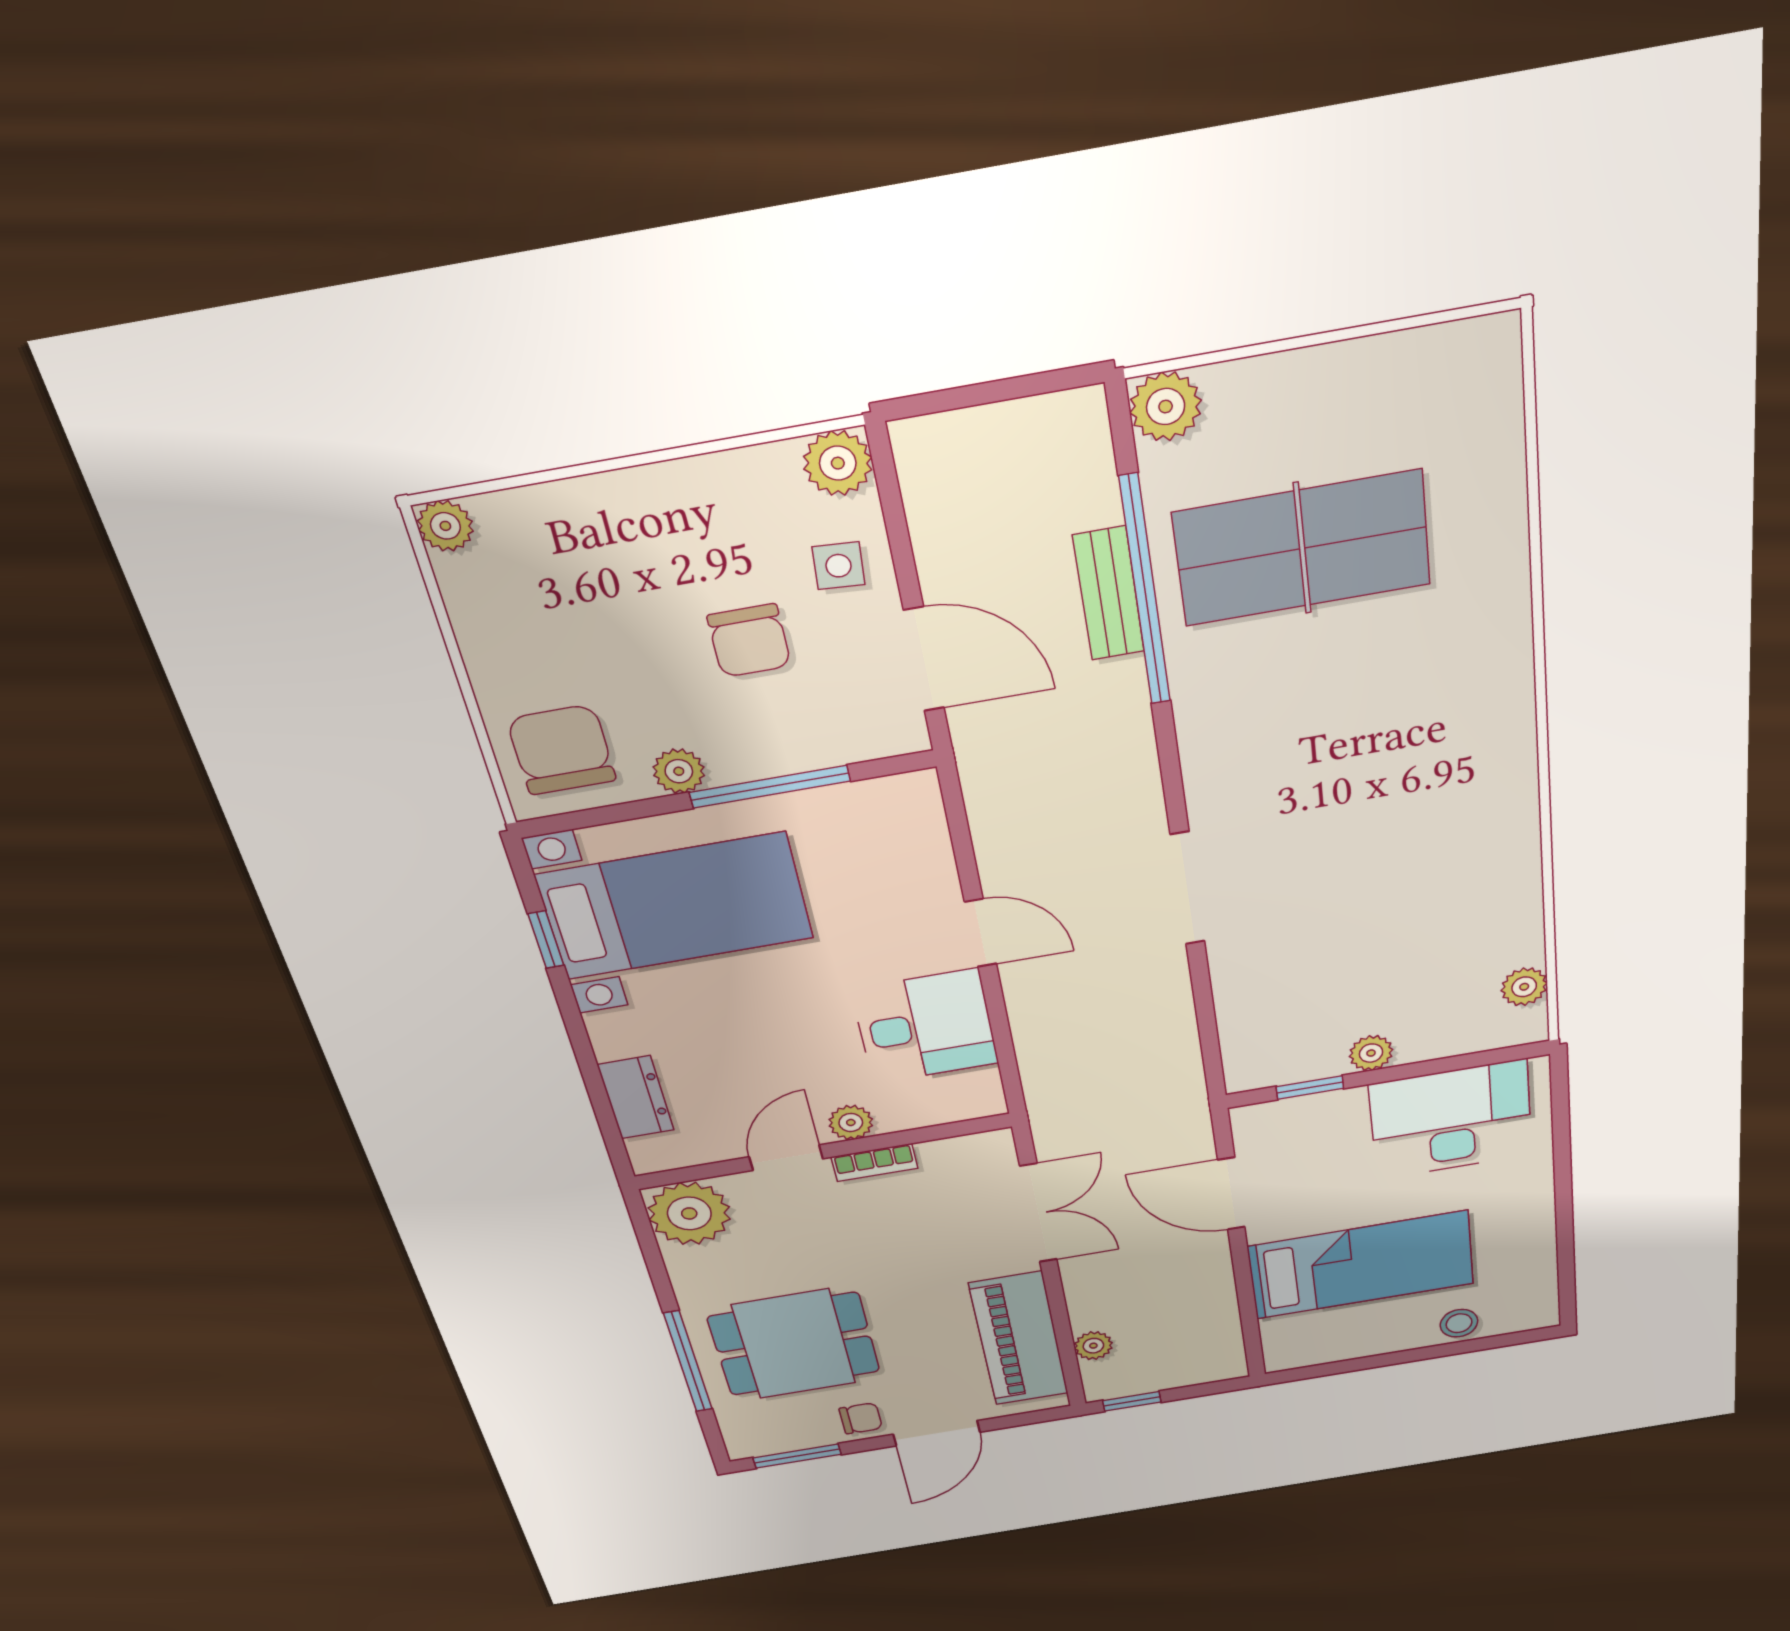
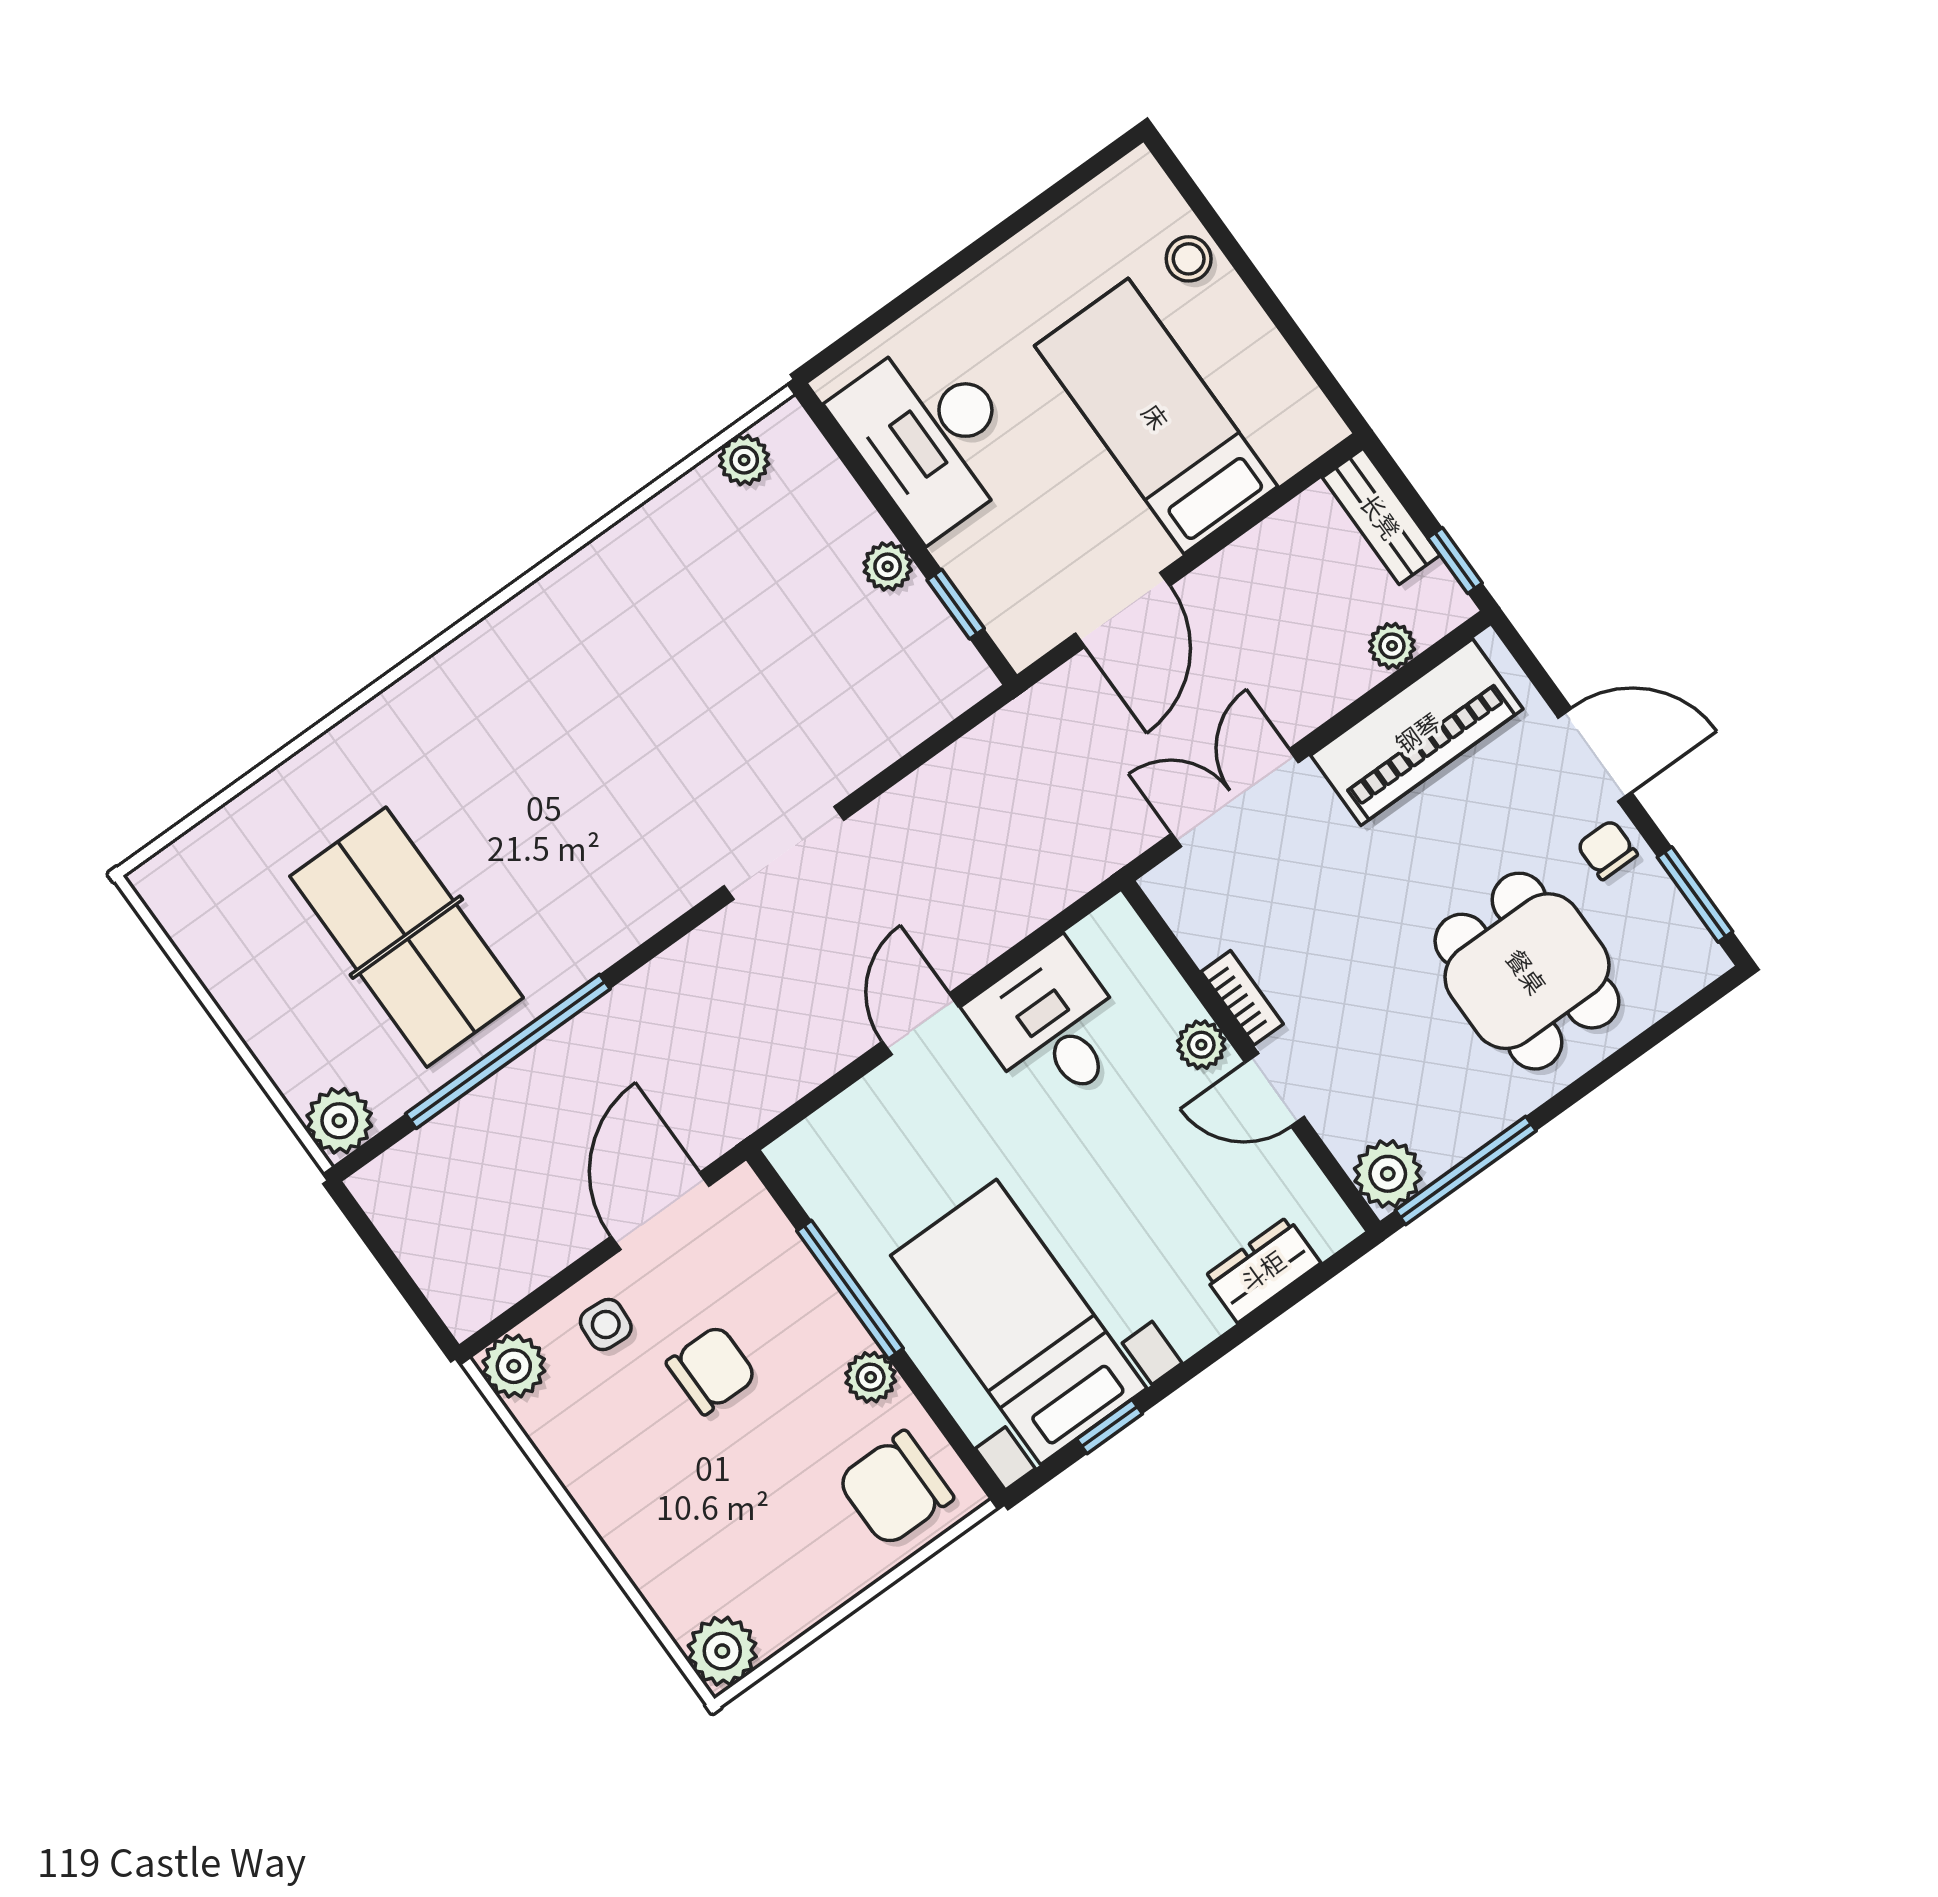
plant: (445, 526) -> (722, 1651), width x1.38, depth x1.38
bench: (1109, 594) -> (1381, 516), moved, turned 90
plant: (689, 1213) -> (1388, 1174), width x0.73, depth x0.73
window: (688, 1362) -> (1466, 1171), moved

